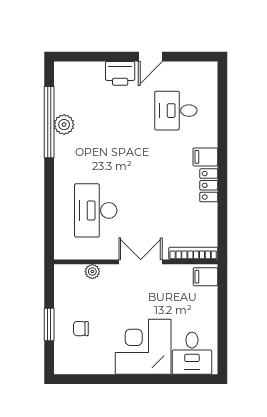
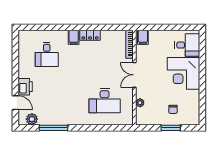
door: (150, 57) -> (15, 103), moved
window: (49, 122) -> (53, 128), width x0.68
plant: (64, 125) -> (32, 119), moved

